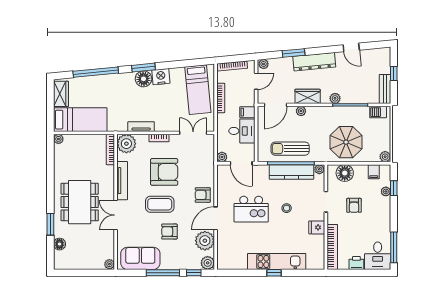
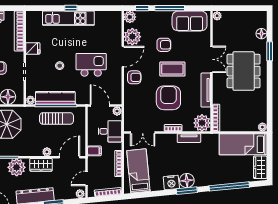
plant: (335, 98) -> (17, 167), width x1.88, depth x1.88
desk: (242, 131) -> (110, 131), moved, turned 180
armchair: (164, 172) -> (168, 98), turned 90

